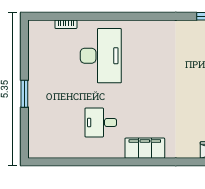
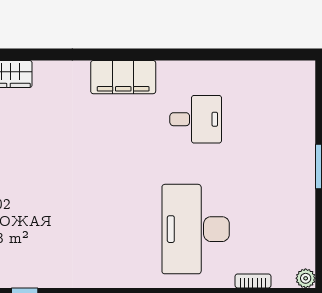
plant: (34, 26) -> (306, 278), added

